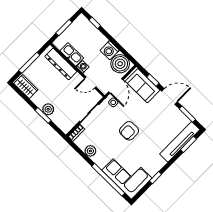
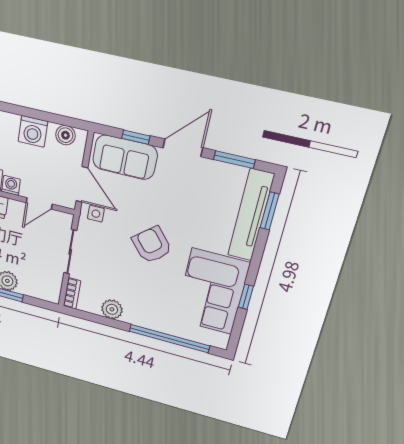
boiler: (120, 64) -> (65, 135), width x0.54, depth x0.54
armchair: (129, 131) -> (152, 245), turned 140
corner sofa: (127, 174) -> (212, 292), moved, turned -90

